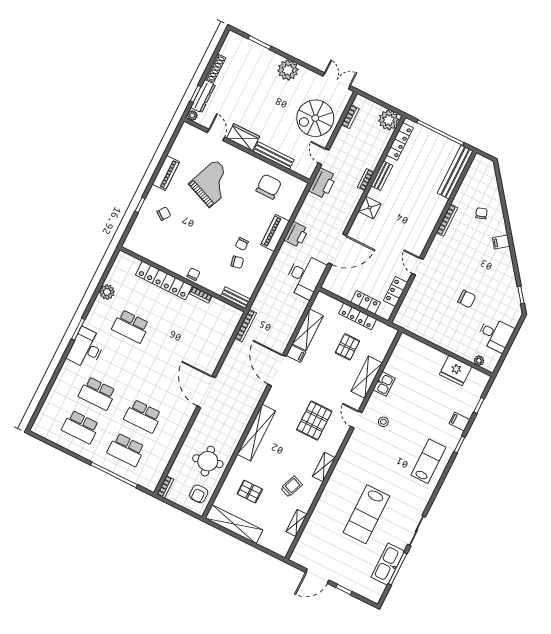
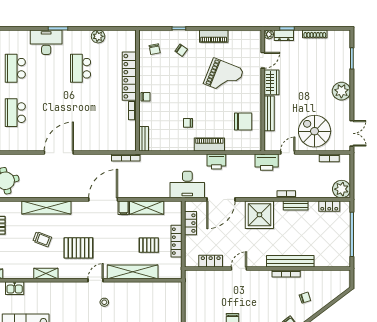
dresser: (203, 96) -> (284, 35), width x0.70
locker: (400, 141) -> (329, 206), width x0.66
bench: (455, 172) -> (290, 261), moved
shower: (370, 208) -> (259, 215), width x1.86, depth x1.86
door: (337, 249) -> (221, 199), hinge flipped
chair: (237, 262) -> (155, 49), moved
locker: (366, 302) -> (190, 223), moved
shelving: (367, 377) -> (133, 272), width x1.47
kitchen sink: (384, 384) -> (15, 288), moved
trolley: (292, 486) -> (42, 239), moved

